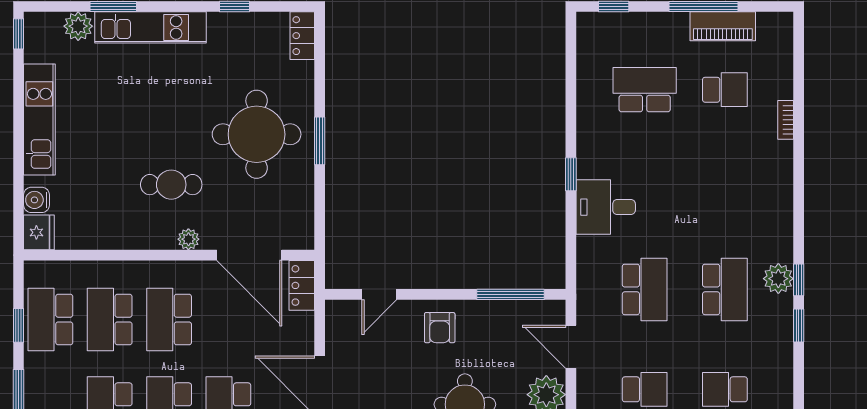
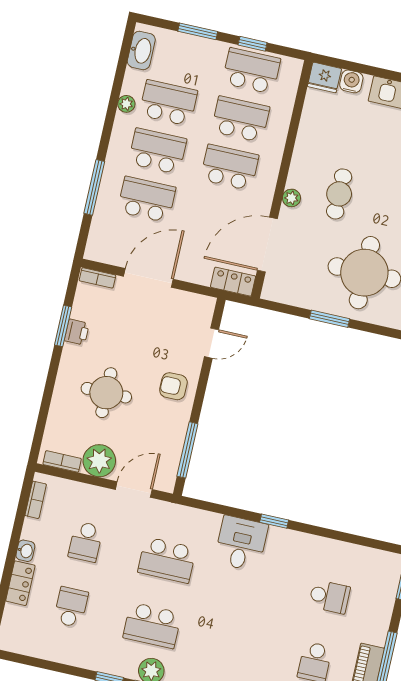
school desk: (645, 90) -> (329, 597), width x0.54
window: (320, 141) -> (330, 319), moved
door: (379, 294) -> (211, 343), swing flipped

